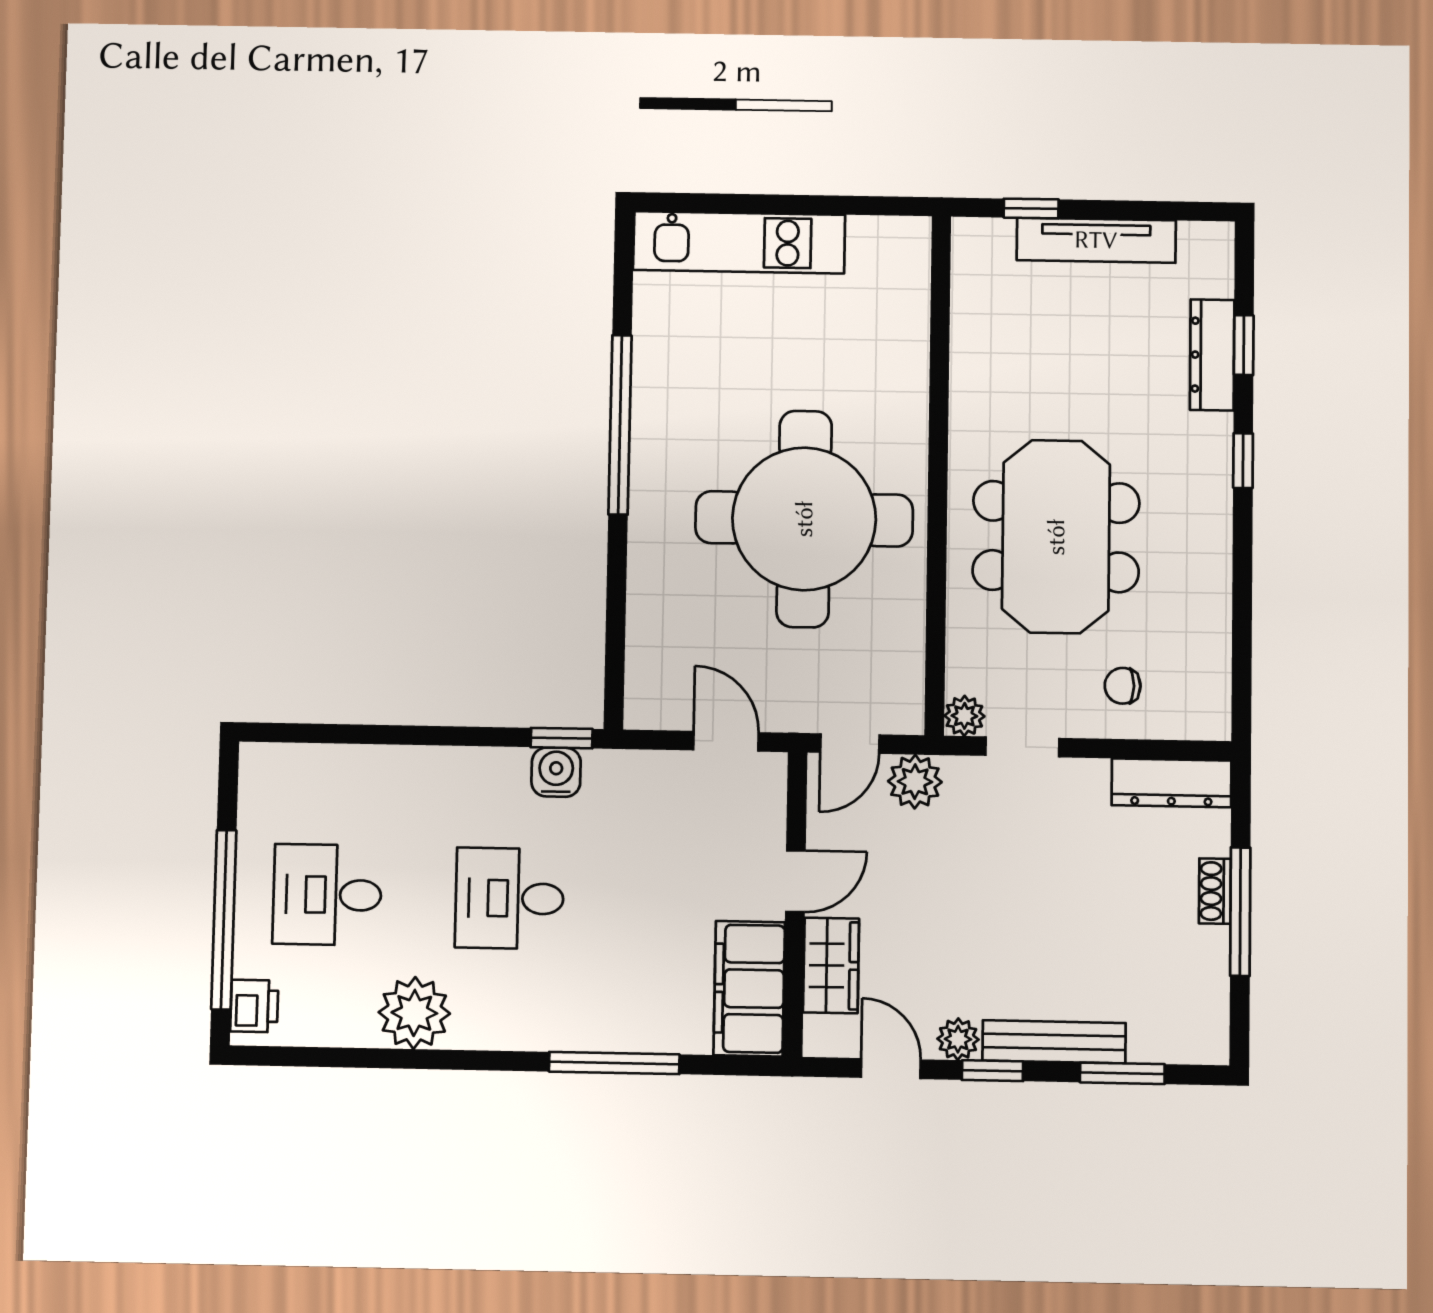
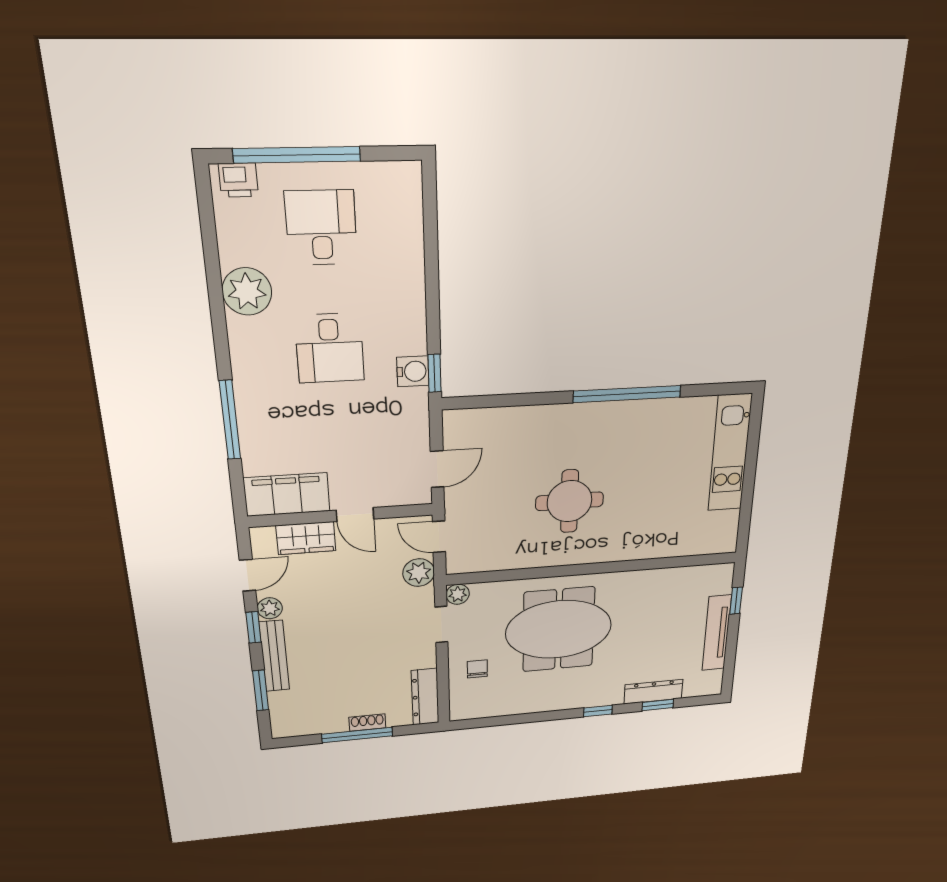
round table: (804, 519) -> (570, 501), width x0.54, depth x0.54
desk: (510, 898) -> (330, 348), turned 180

